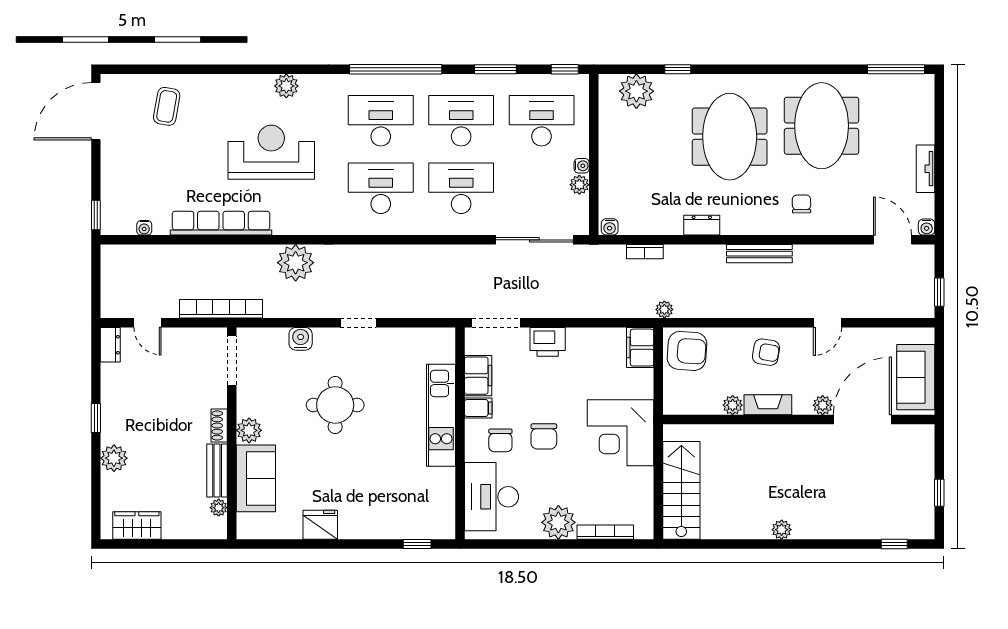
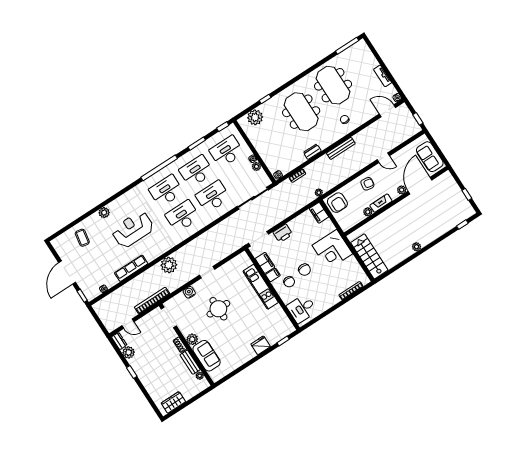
plant: (286, 86) -> (104, 213), moved
door: (96, 111) -> (67, 272), moved
row of seats: (221, 223) -> (131, 268), width x0.73
door: (827, 323) -> (383, 158), hinge flipped
armchair: (687, 351) -> (337, 203), turned 86
plant: (114, 458) -> (129, 352), moved
desk: (492, 497) -> (302, 309), width x0.73
plant: (558, 522) -> (331, 298), removed
fridge: (320, 525) -> (261, 345), moved

